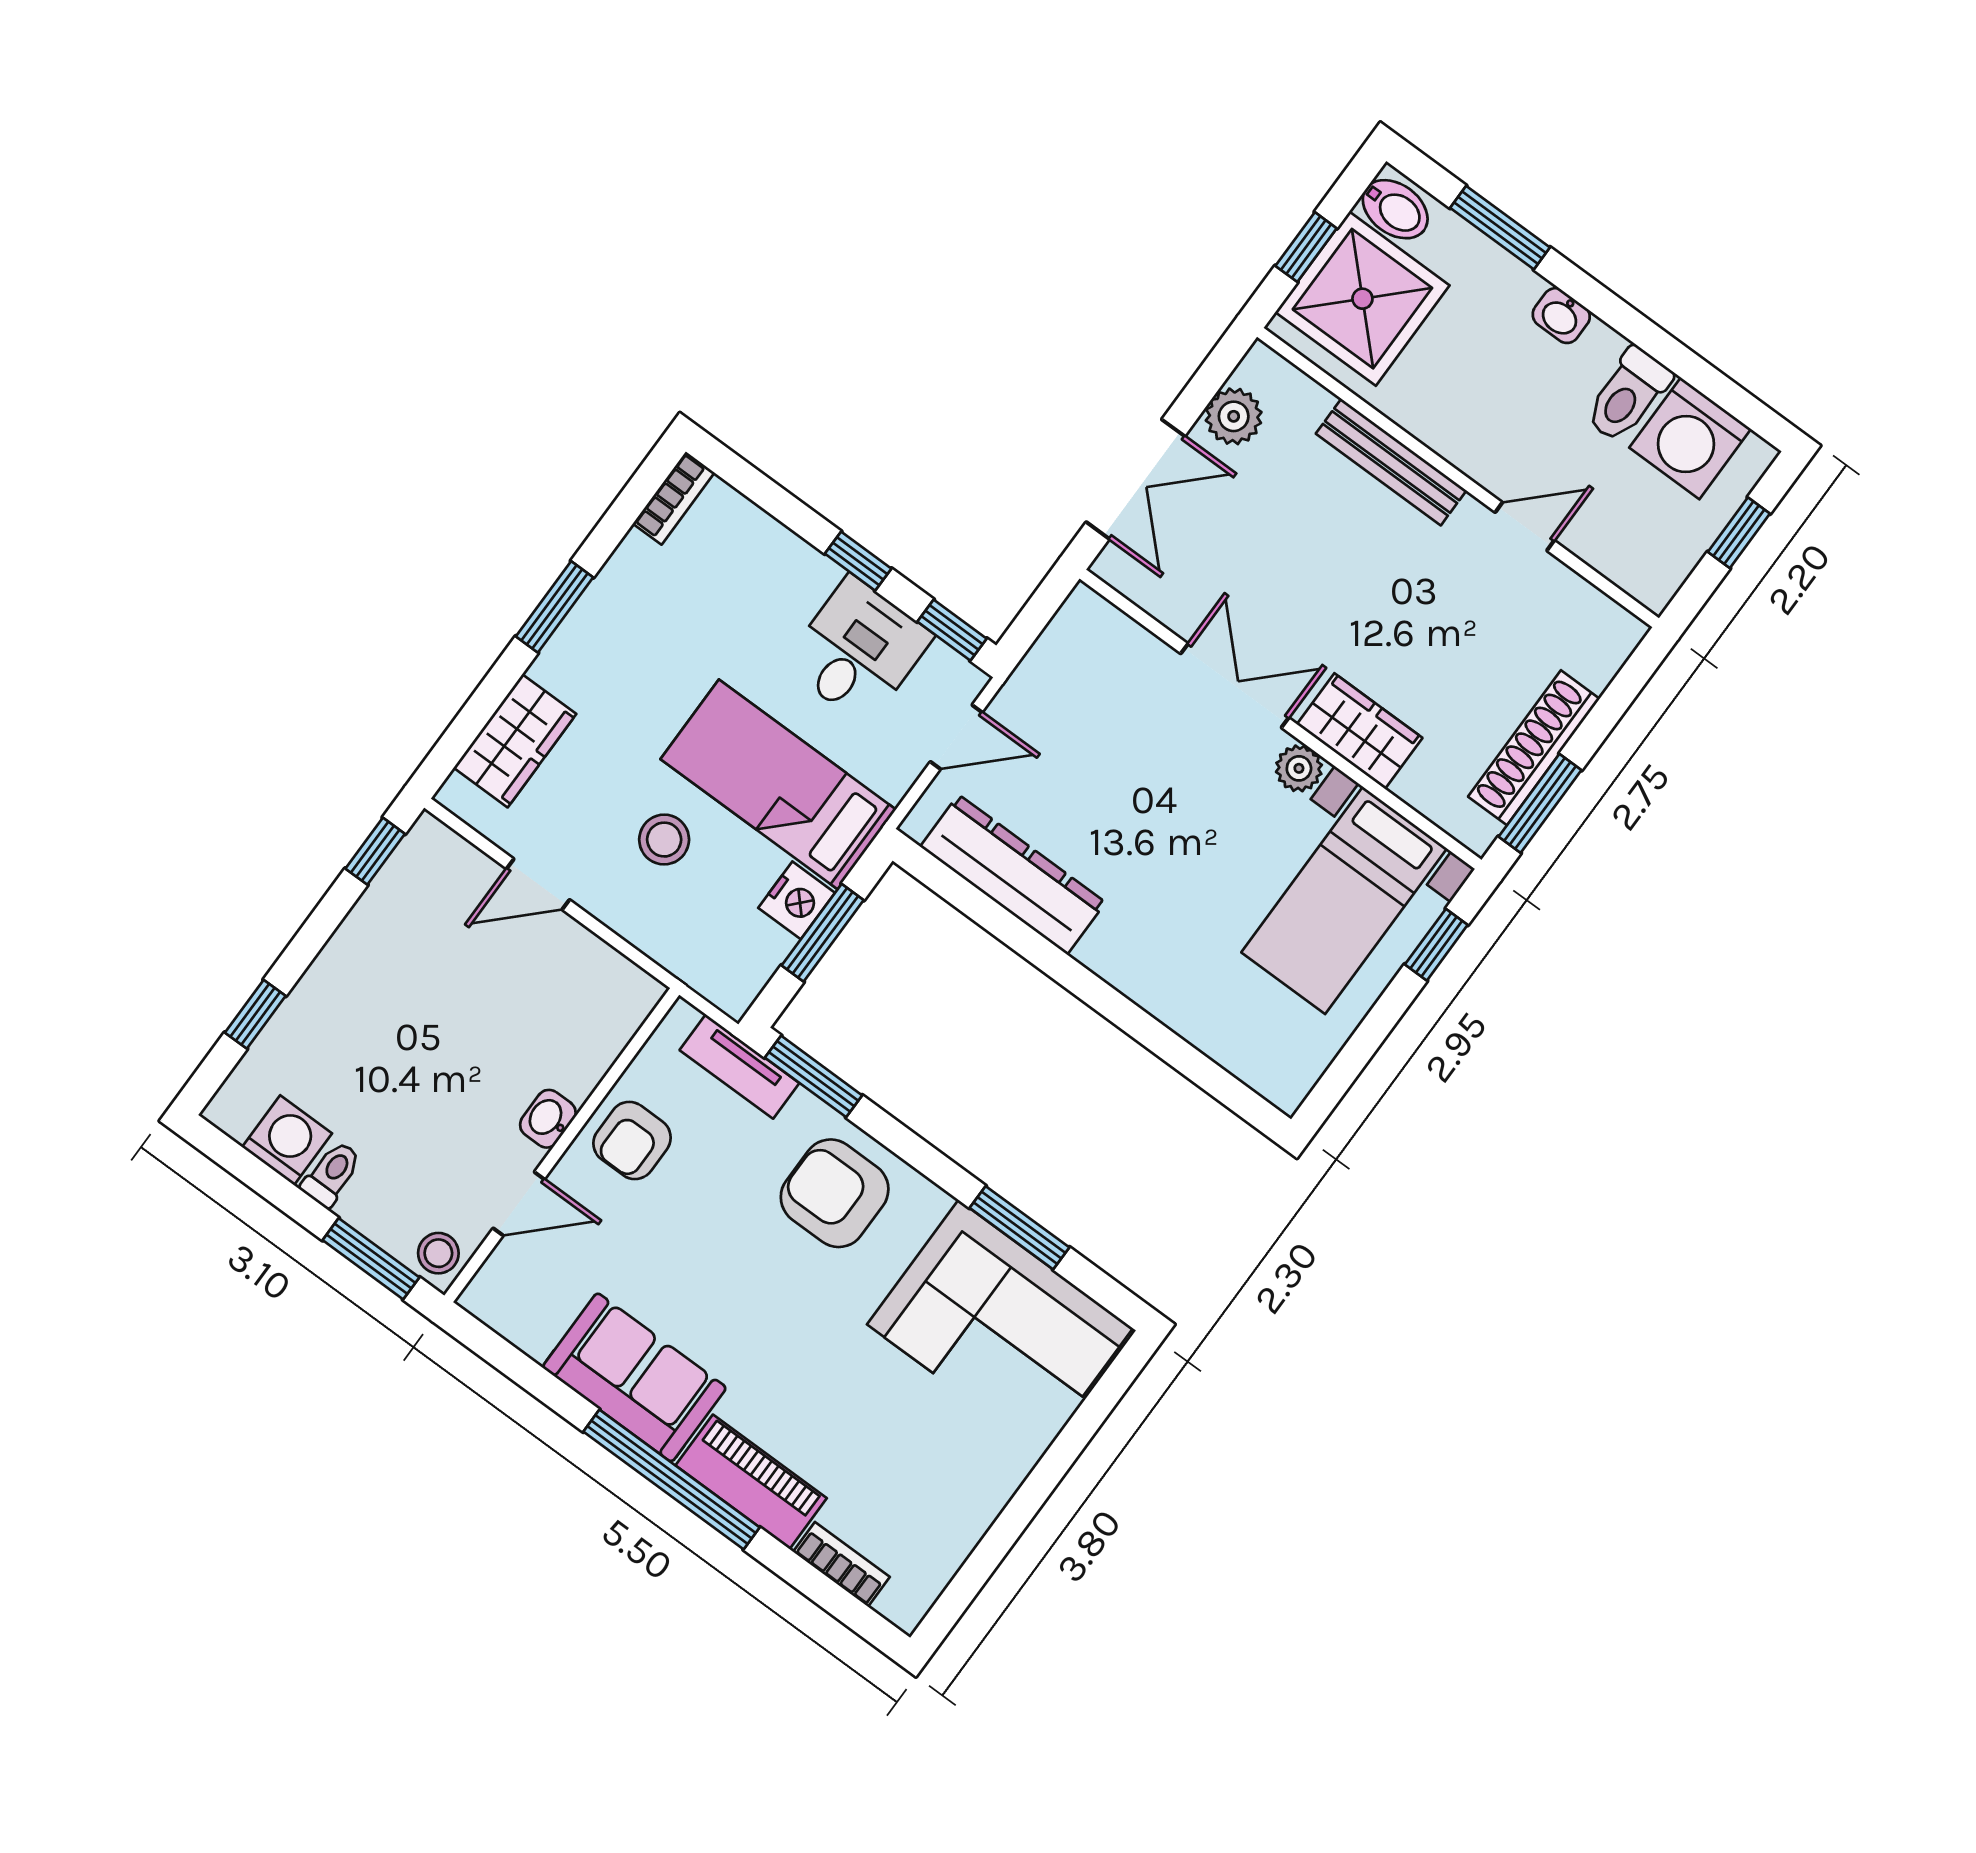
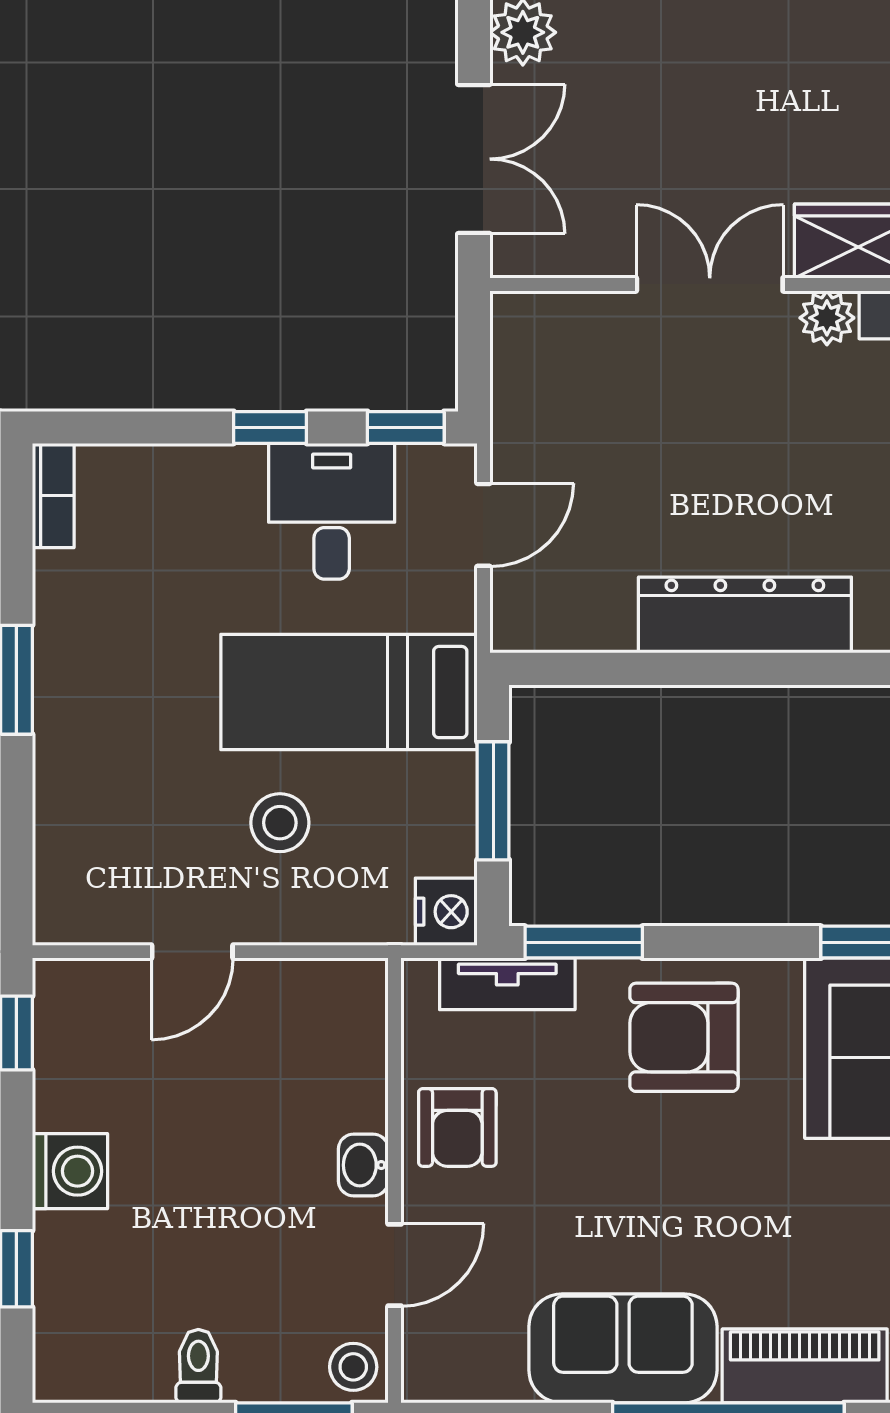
wardrobe: (515, 741) -> (72, 833), removed
dresser: (1013, 874) -> (745, 615), moved
nightstand: (797, 900) -> (446, 912), moved
washing machine: (287, 1140) -> (70, 1171), moved, turned 90

